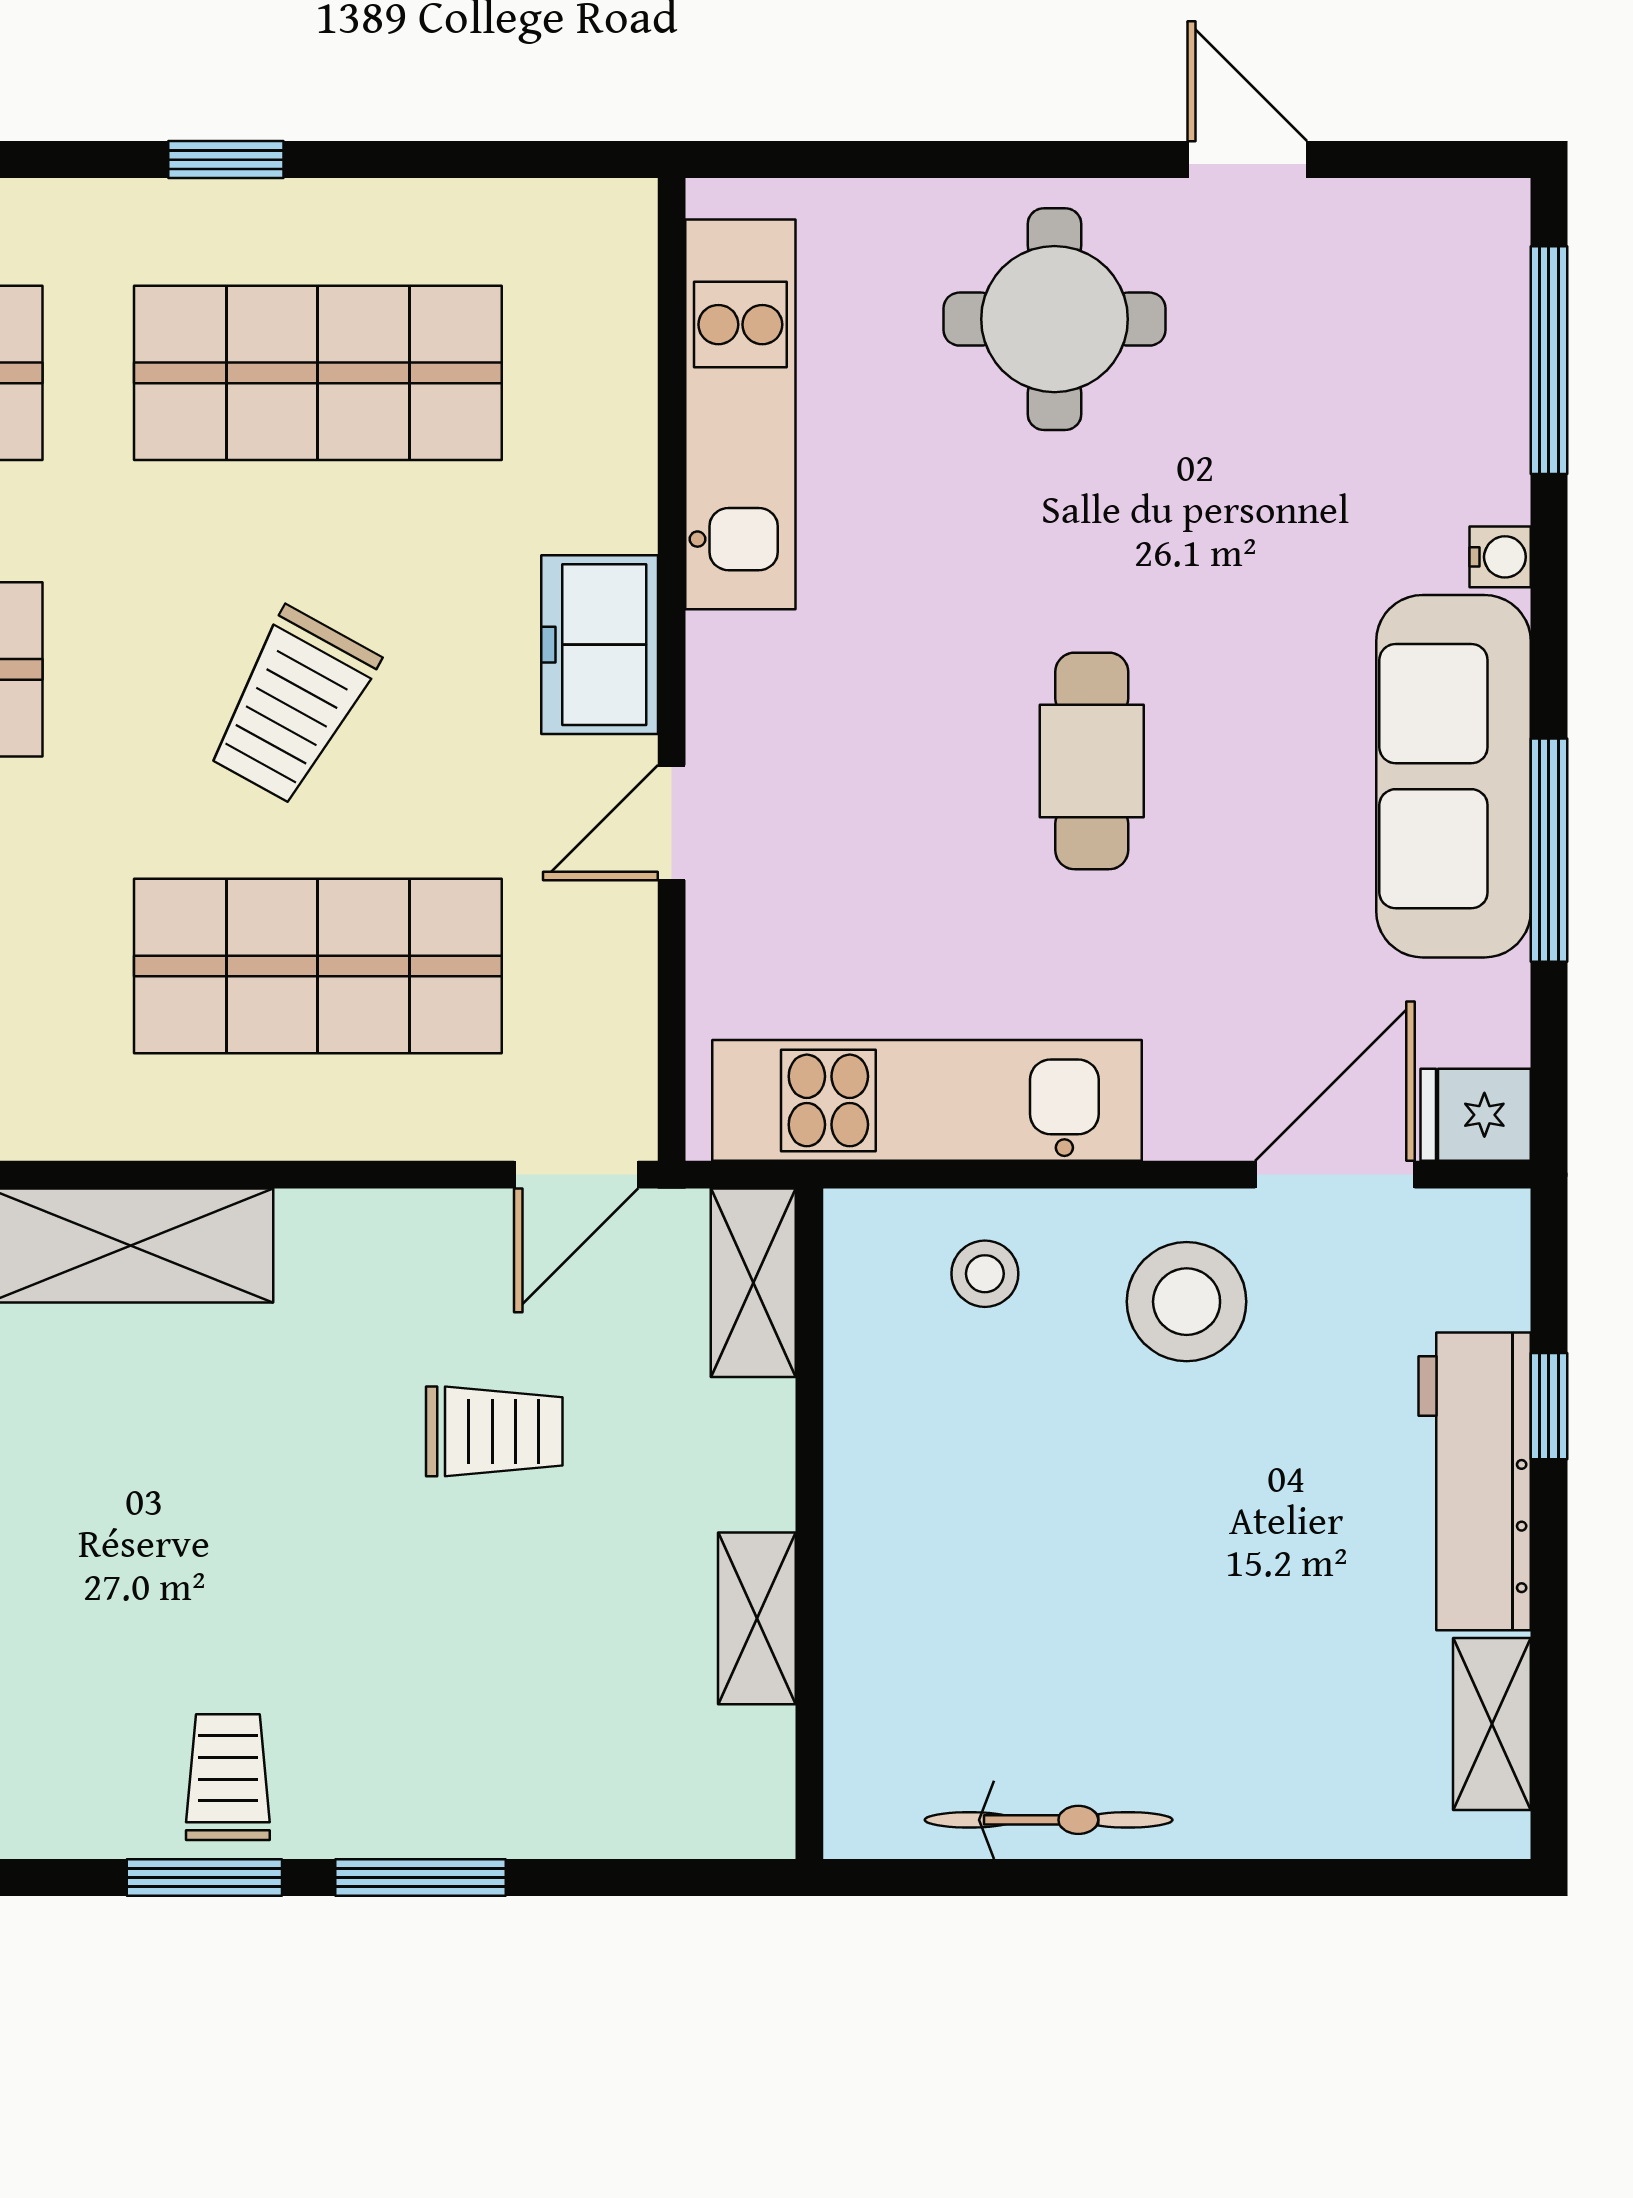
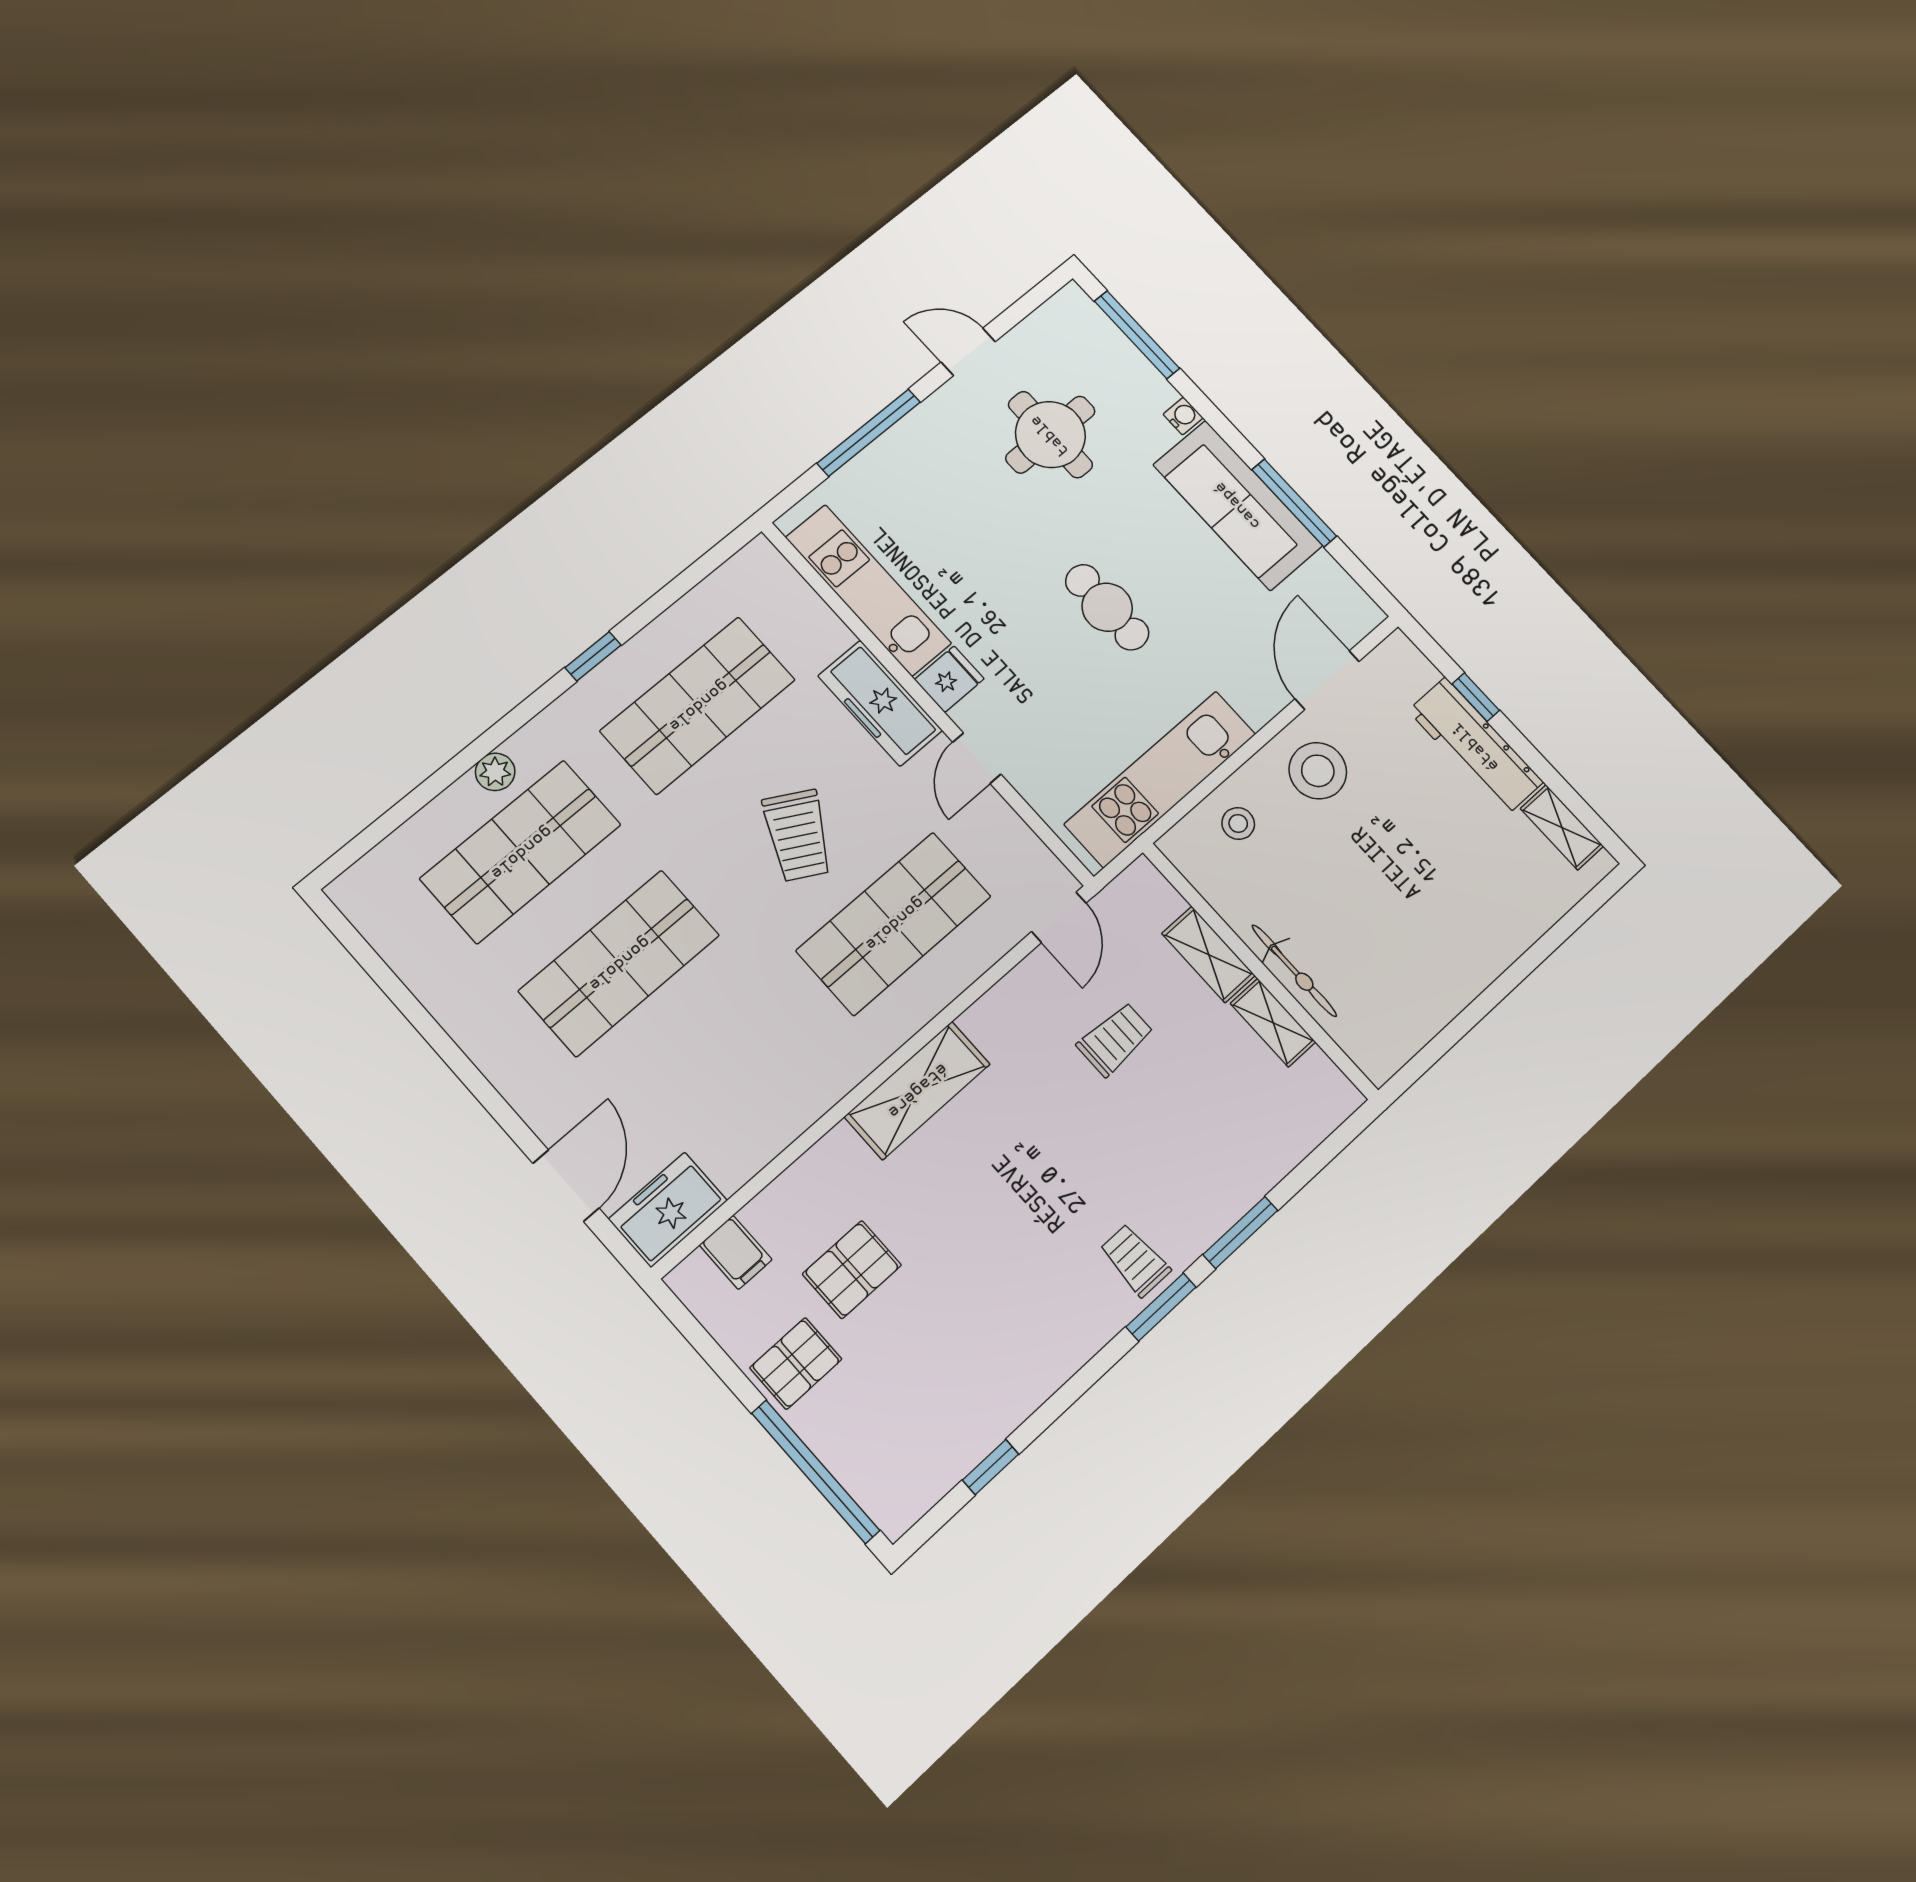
window: (968, 160) -> (869, 433), added
round table: (1054, 319) -> (1050, 435), moved
freezer: (600, 645) -> (880, 703), width x1.40
fridge: (1476, 1115) -> (949, 679), moved, turned 180
shelving: (753, 1283) -> (1208, 954), moved
bicycle: (1049, 1820) -> (1294, 971), moved, turned 90

